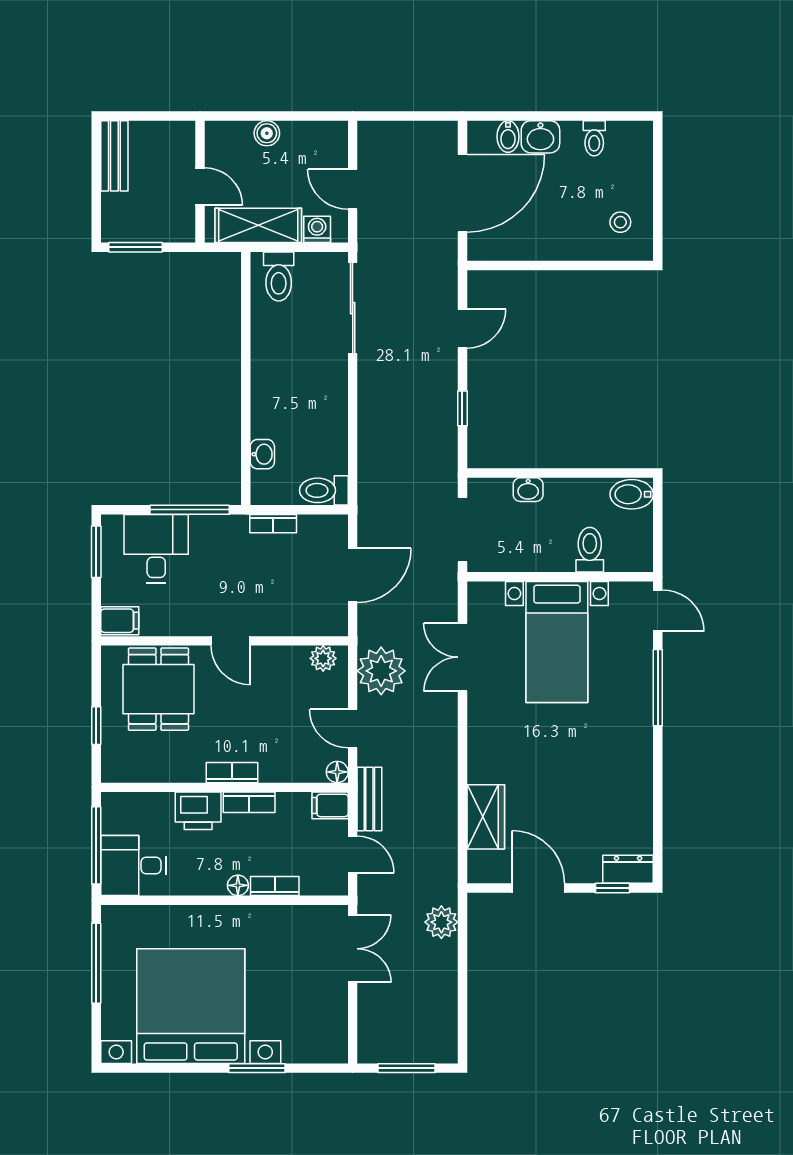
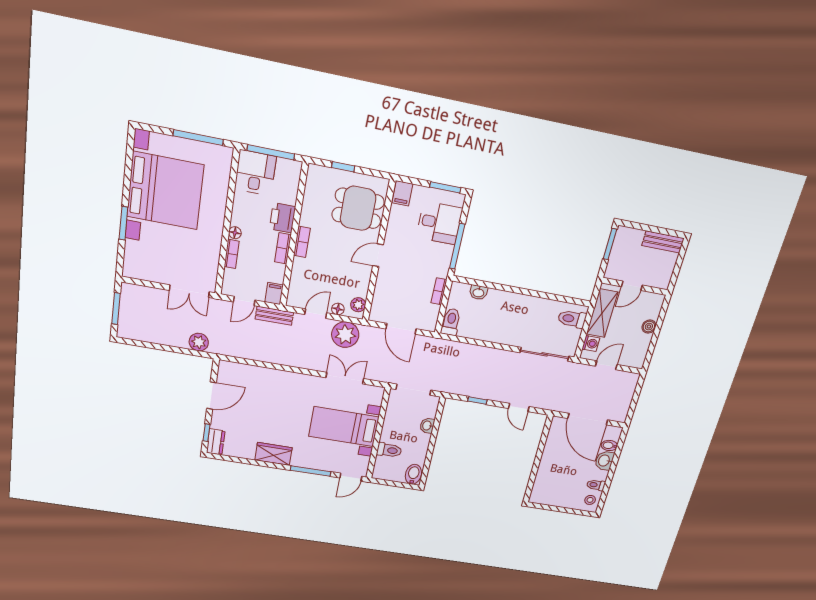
stool: (620, 222) -> (590, 500), moved
floor lamp: (337, 772) -> (338, 309), moved
wardrobe: (486, 817) -> (273, 454), moved, turned 180

